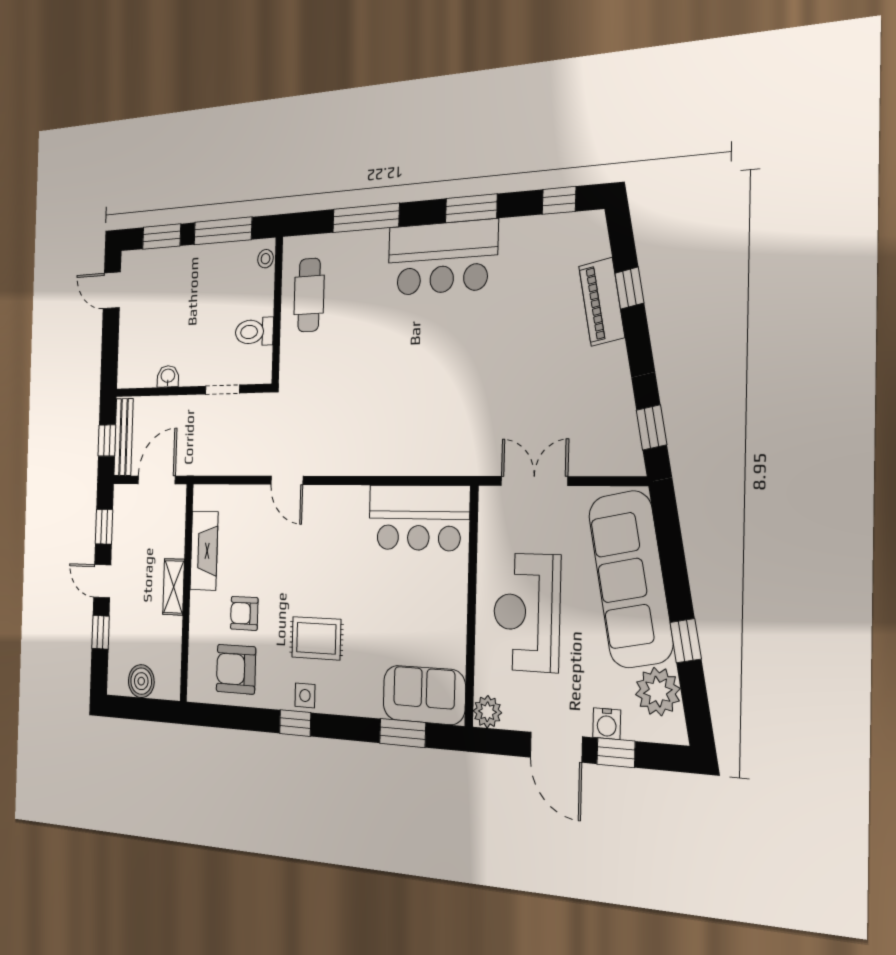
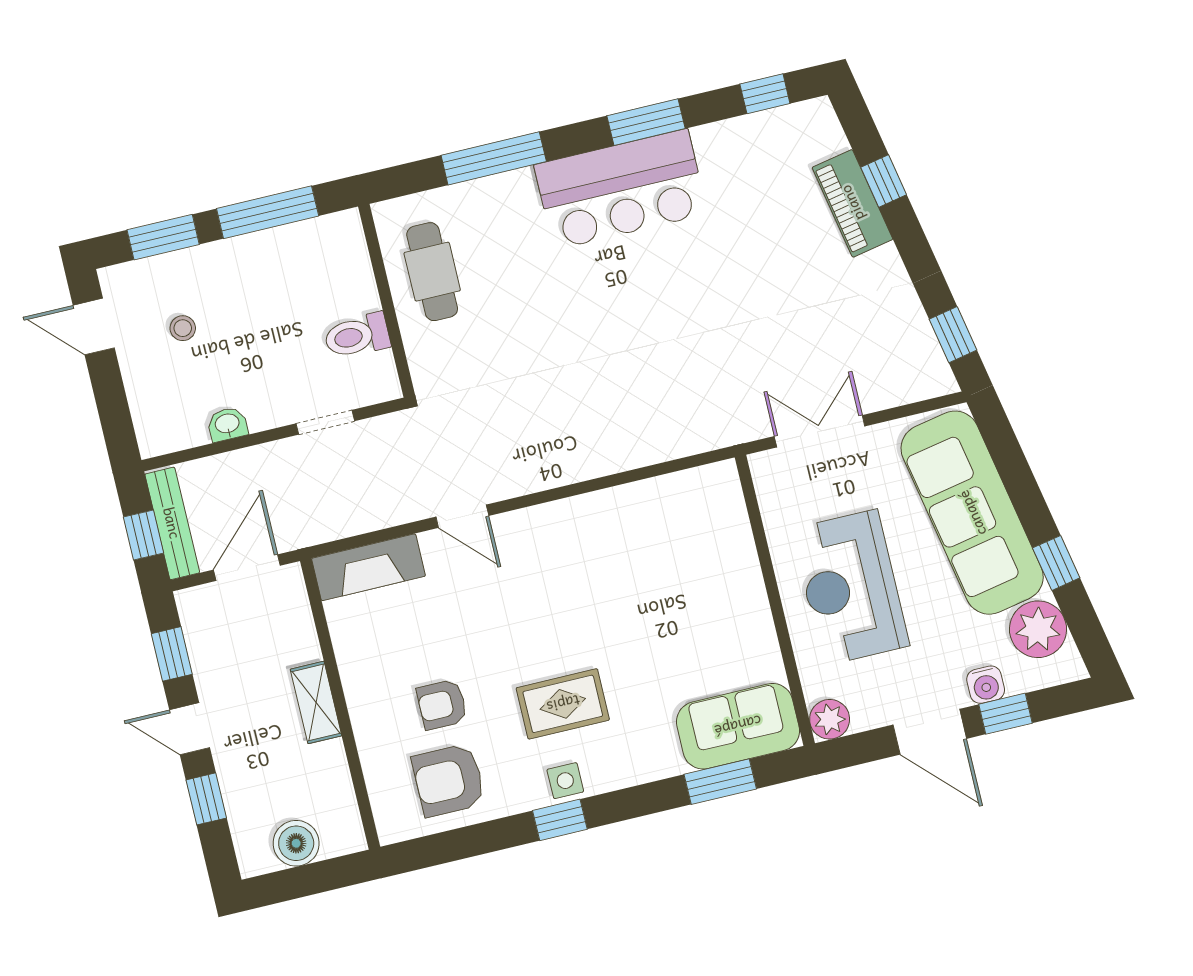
stool: (266, 259) -> (183, 328), moved
bar counter: (419, 518) -> (673, 514), removed
fireplace: (204, 551) -> (368, 567), moved, turned 90

